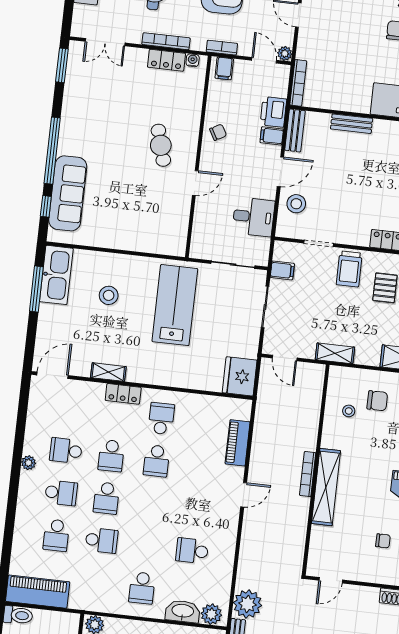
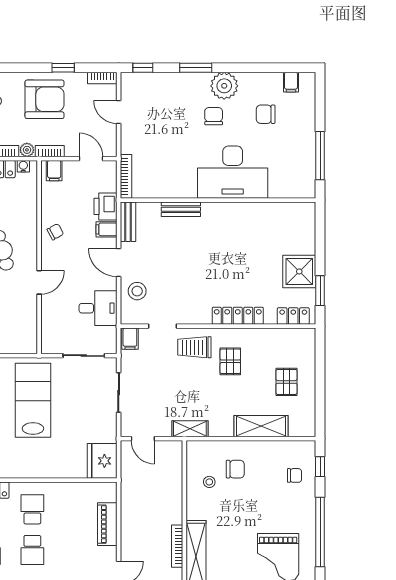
plant: (285, 53) -> (27, 150), moved
door: (280, 172) -> (119, 262), swing flipped
trolley: (349, 269) -> (194, 347), turned 90
filing cabinet: (282, 270) -> (130, 339), moved, turned 90

